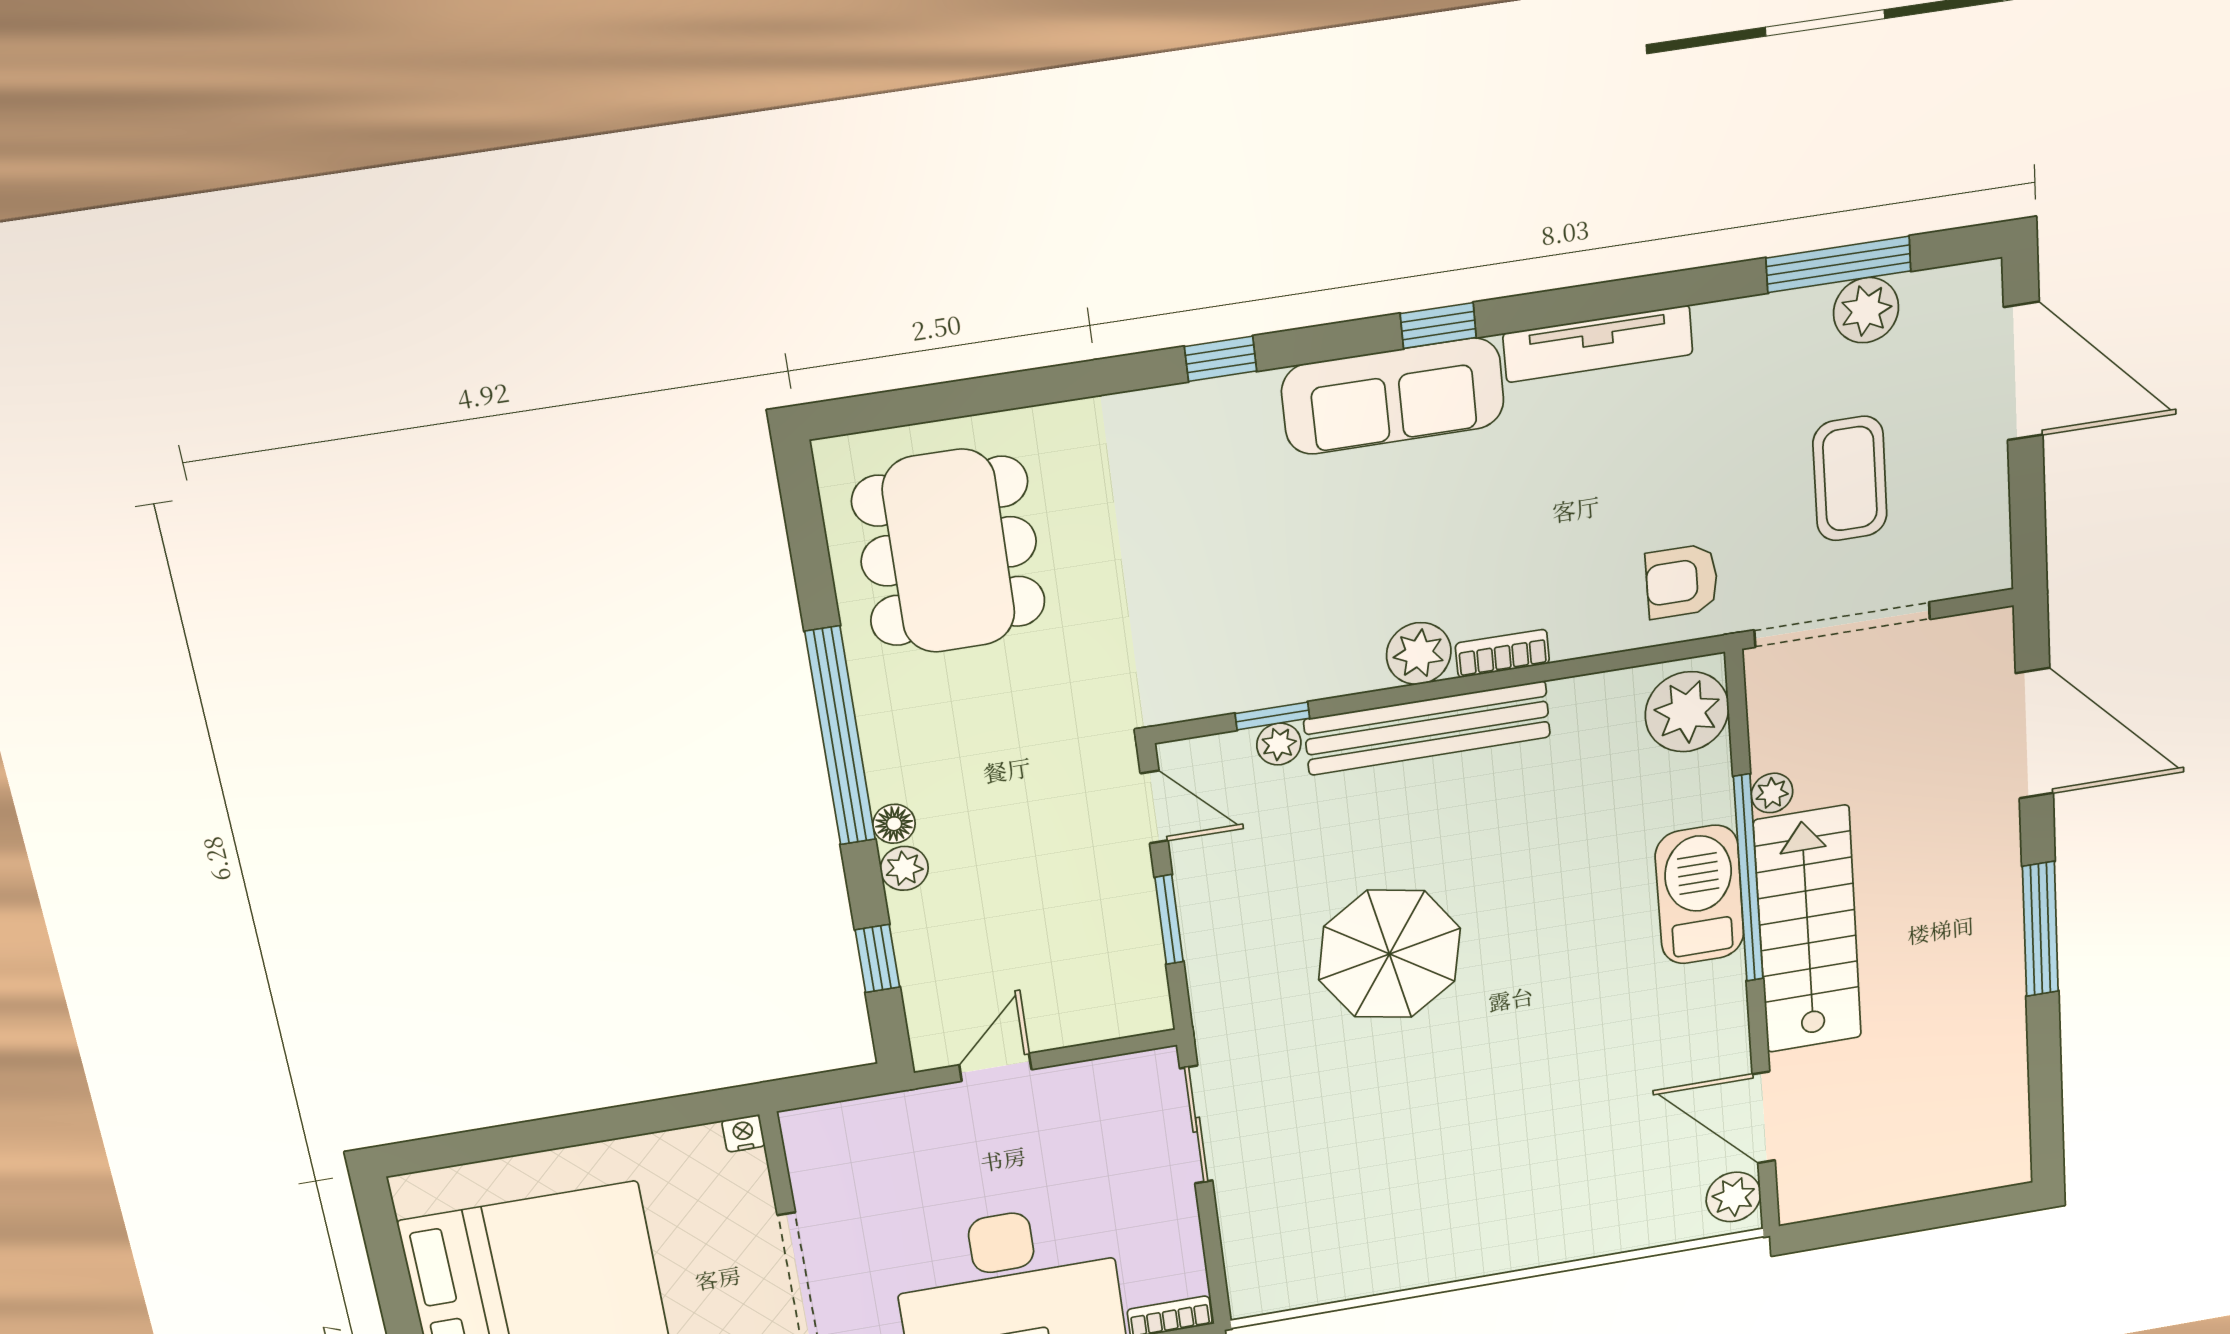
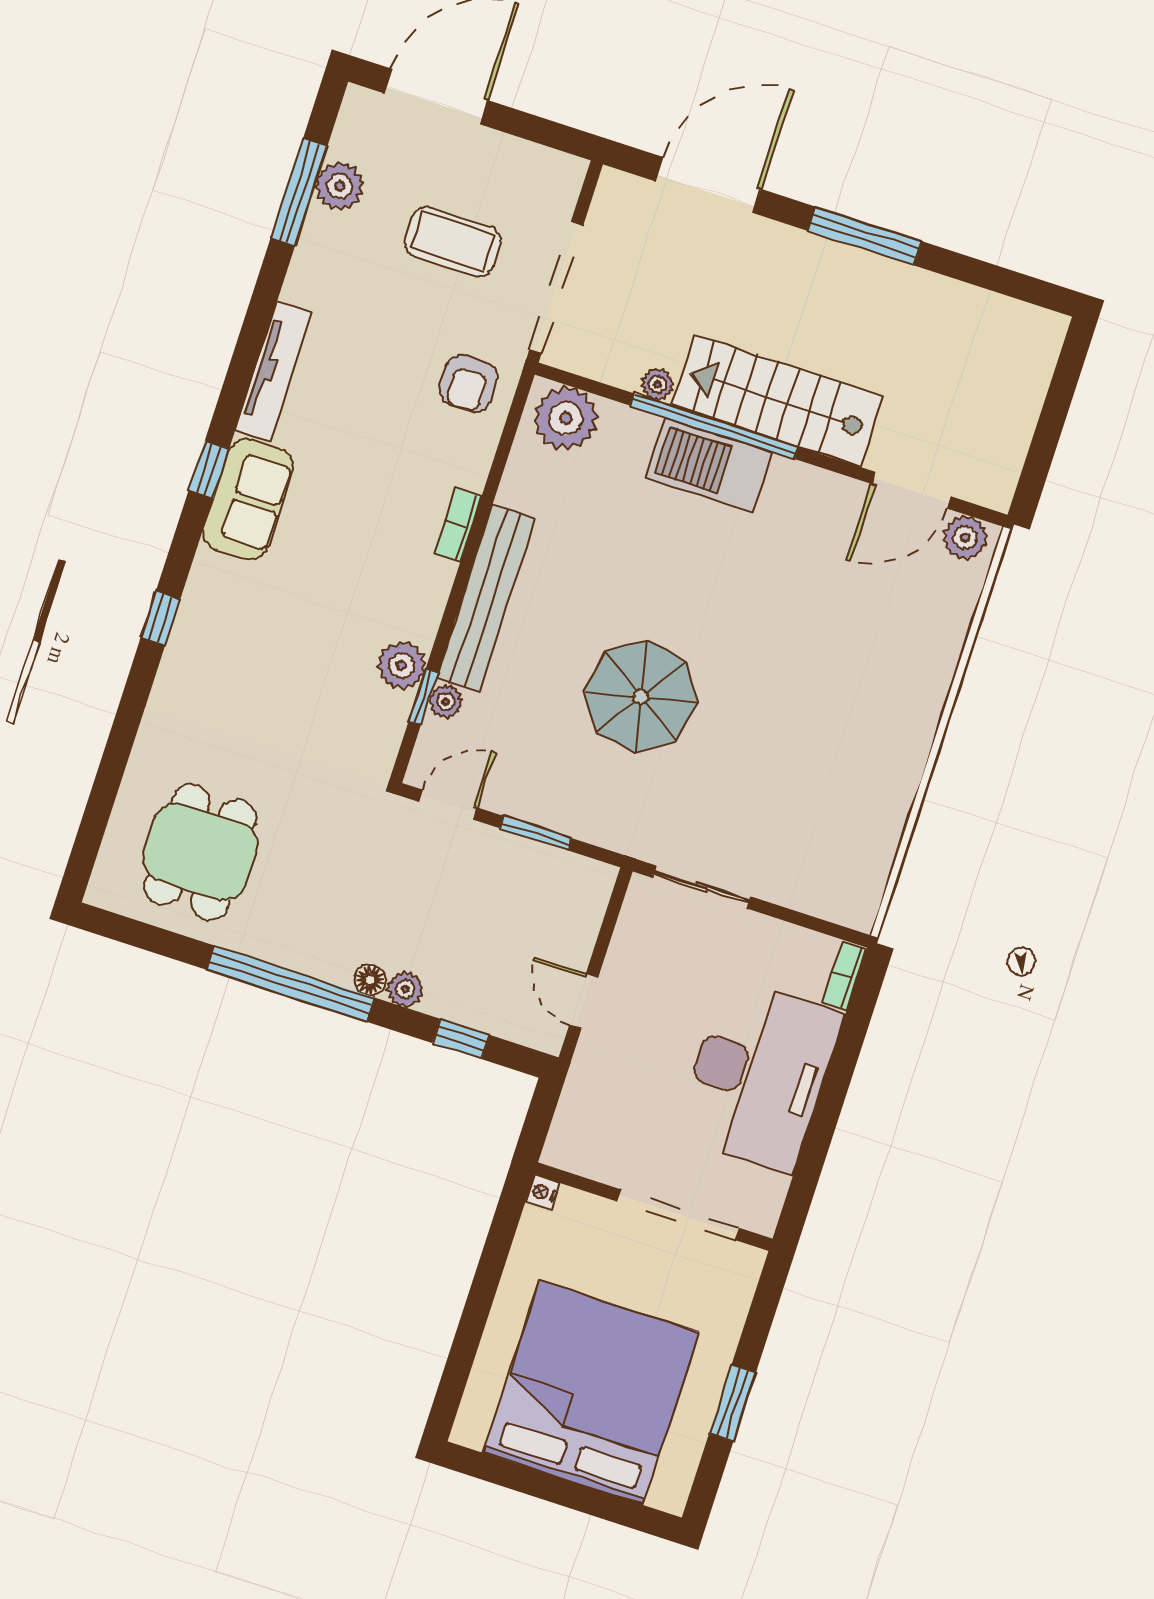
sofa: (1393, 396) -> (248, 499), width x0.73
dining table: (949, 551) -> (200, 852), width x0.73
plant: (1419, 653) -> (402, 665), moved

